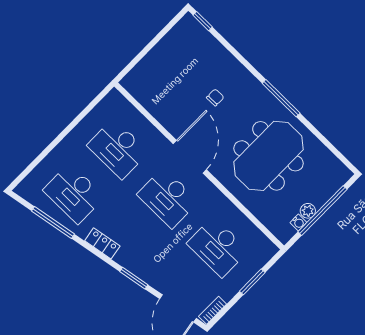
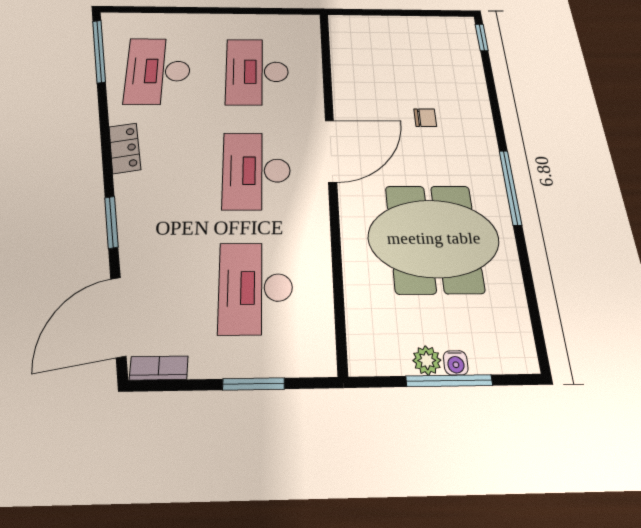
window: (322, 211) -> (449, 381), width x0.68
window: (53, 223) -> (99, 51), moved
water cooler: (298, 223) -> (456, 363), moved

